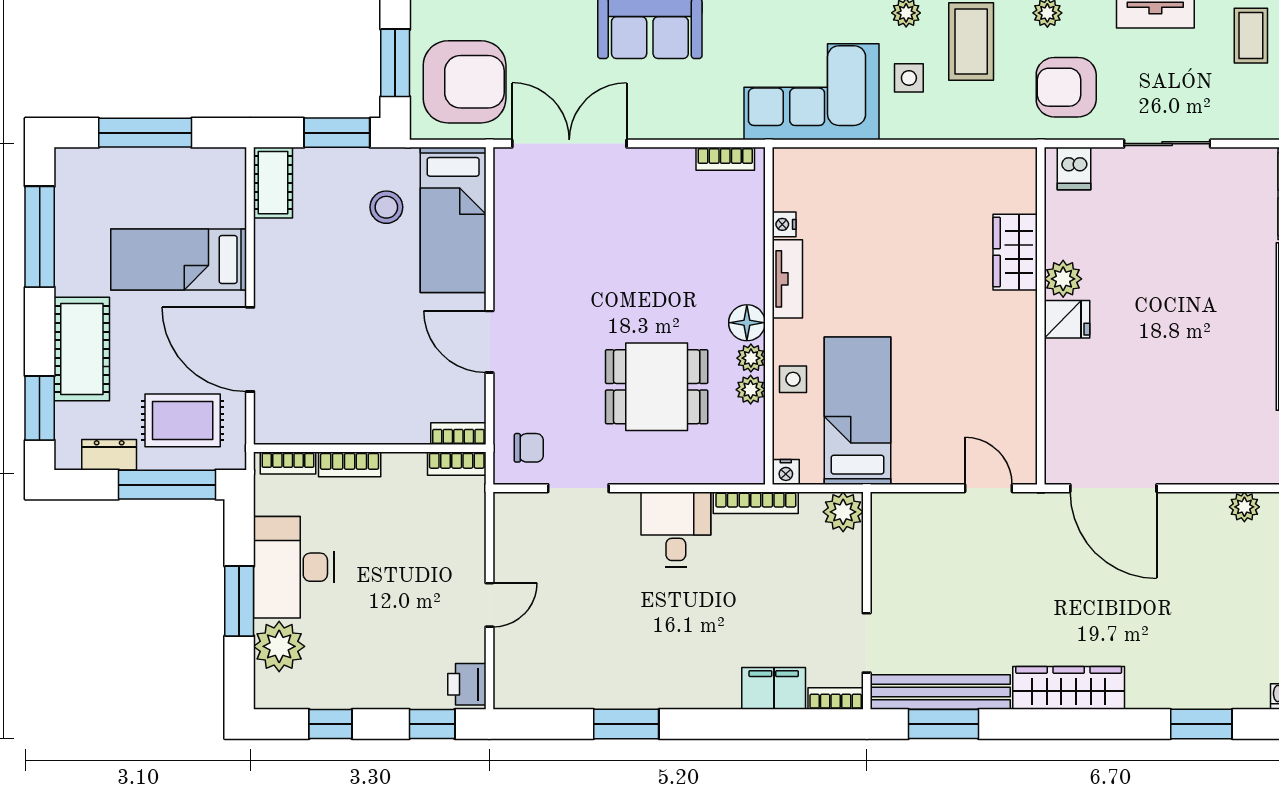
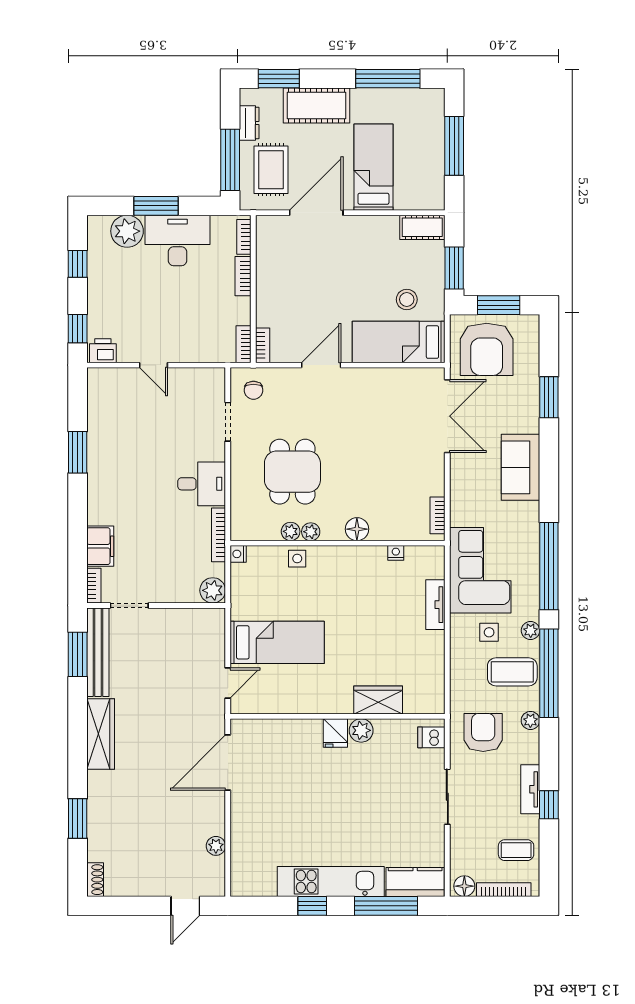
tv unit: (787, 279) -> (435, 605), moved, turned 90
floor lamp: (747, 323) -> (357, 529), moved
bed: (857, 411) -> (277, 642), moved

